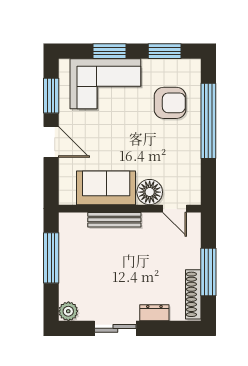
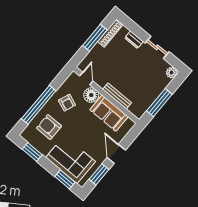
window: (109, 51) -> (65, 179), moved
armchair: (173, 155) -> (67, 103), added

